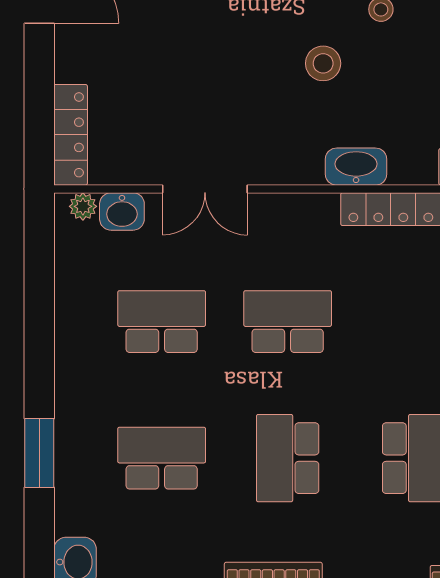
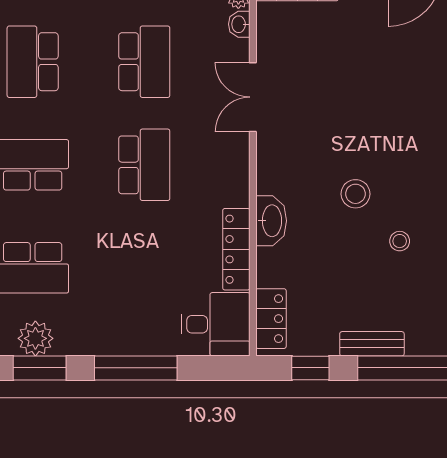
washbasin: (122, 211) -> (239, 24), width x0.72, depth x0.69
school desk: (162, 458) -> (33, 62), turned 180

